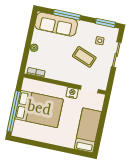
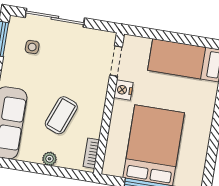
sliding door: (116, 55) -> (55, 18), width x1.37
coffee table: (84, 57) -> (61, 115), moved

